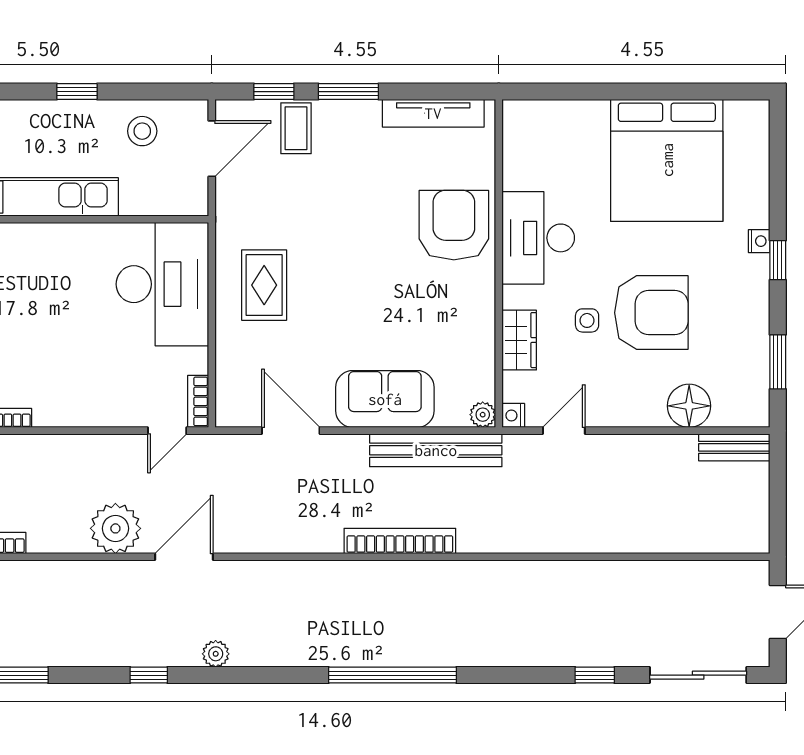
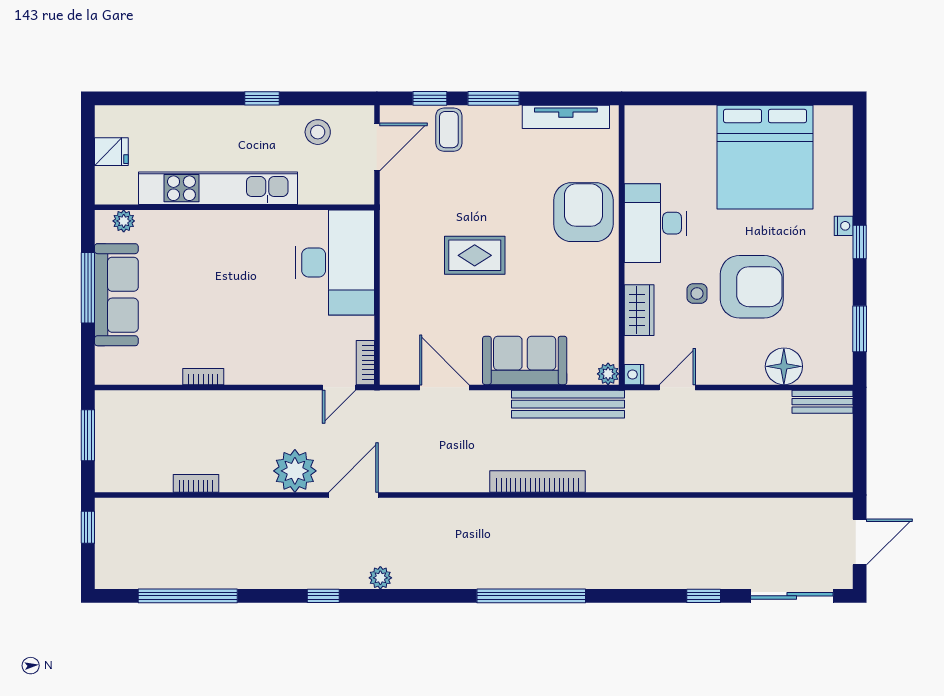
rug: (264, 285) -> (475, 255), moved, turned 90

